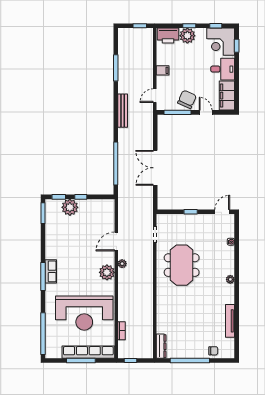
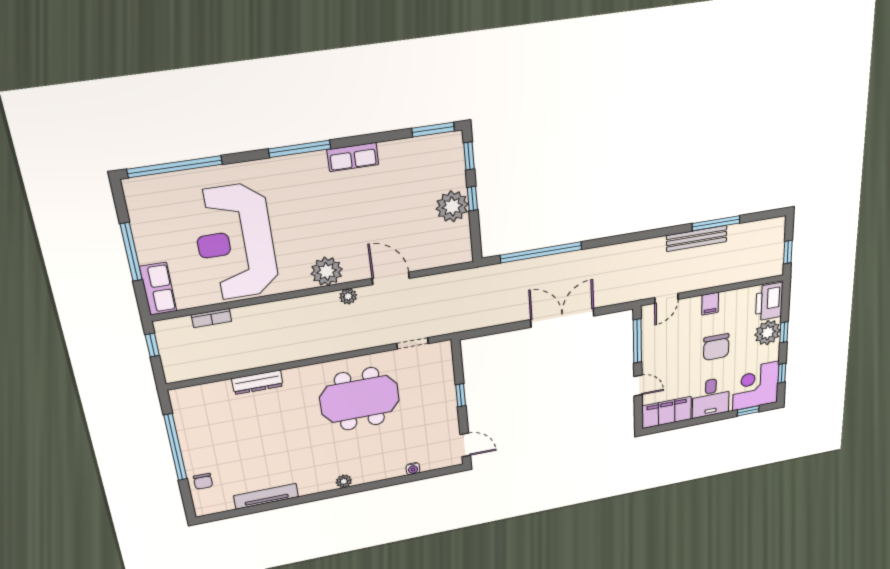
door: (155, 96) -> (666, 298), swing flipped
chair: (187, 99) -> (716, 347), moved, turned 66
bench: (123, 111) -> (697, 238), moved
door: (206, 112) -> (638, 386), hinge flipped
double door: (155, 168) -> (562, 318), moved
plant: (70, 207) -> (452, 206), moved
row of seats: (51, 271) -> (353, 157), moved
dresser: (161, 346) -> (257, 382), moved
row of seats: (88, 352) -> (158, 289), width x0.50

